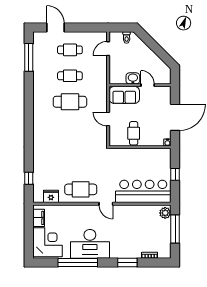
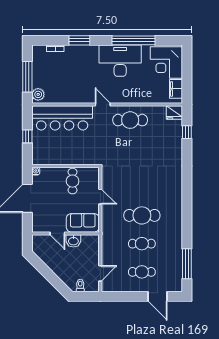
fridge: (51, 196) -> (174, 112), moved

